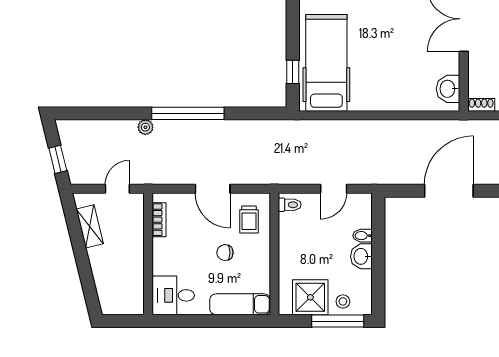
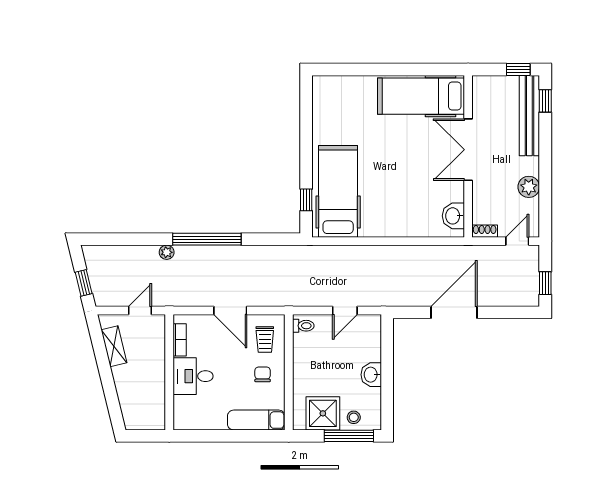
bidet: (363, 236) -> (372, 355), removed
chair: (225, 253) -> (263, 374), moved, turned 90
desk: (173, 295) -> (193, 376), moved

